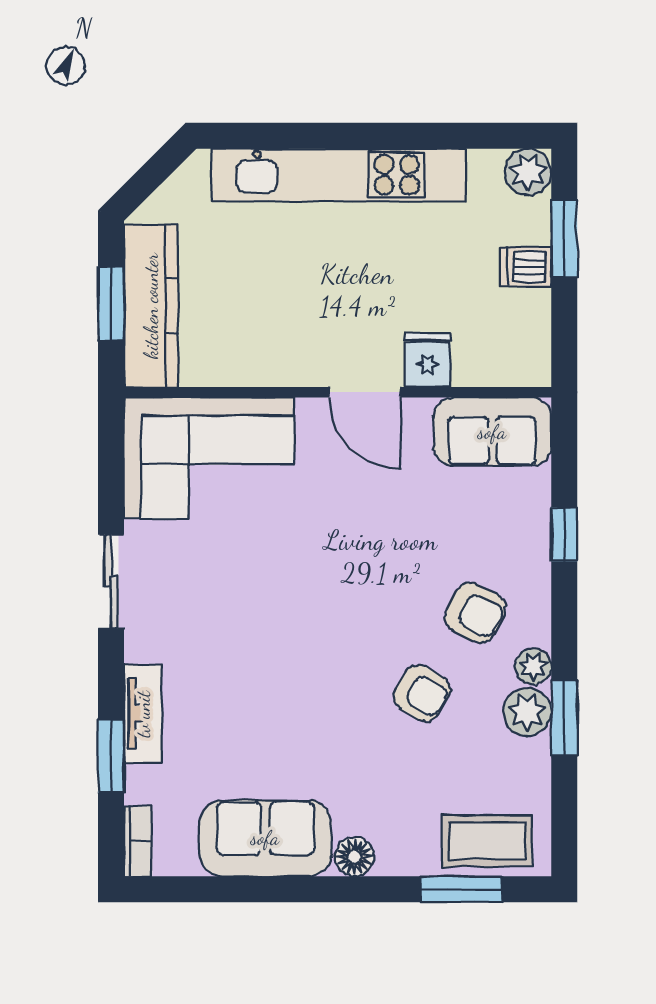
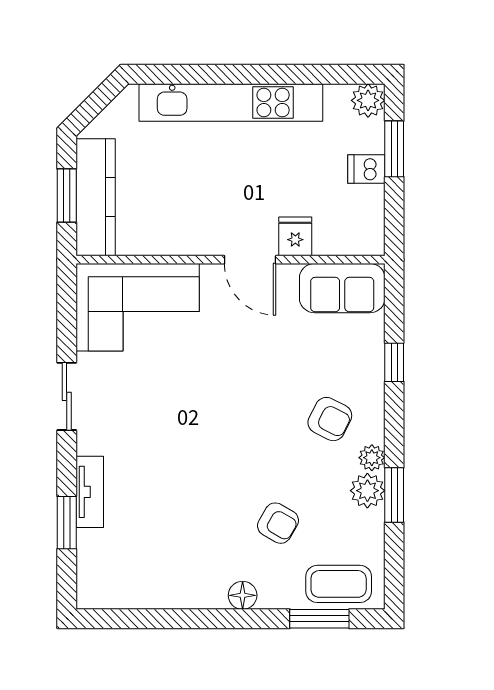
armchair: (422, 693) -> (278, 523), moved
sofa: (265, 838) -> (178, 582), removed
bookcase: (138, 841) -> (86, 584), removed

